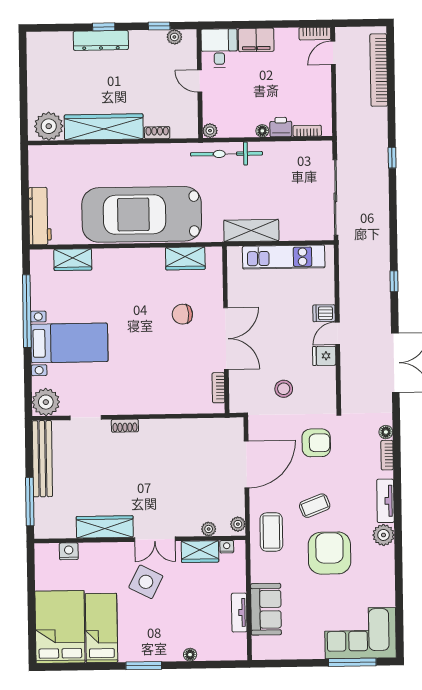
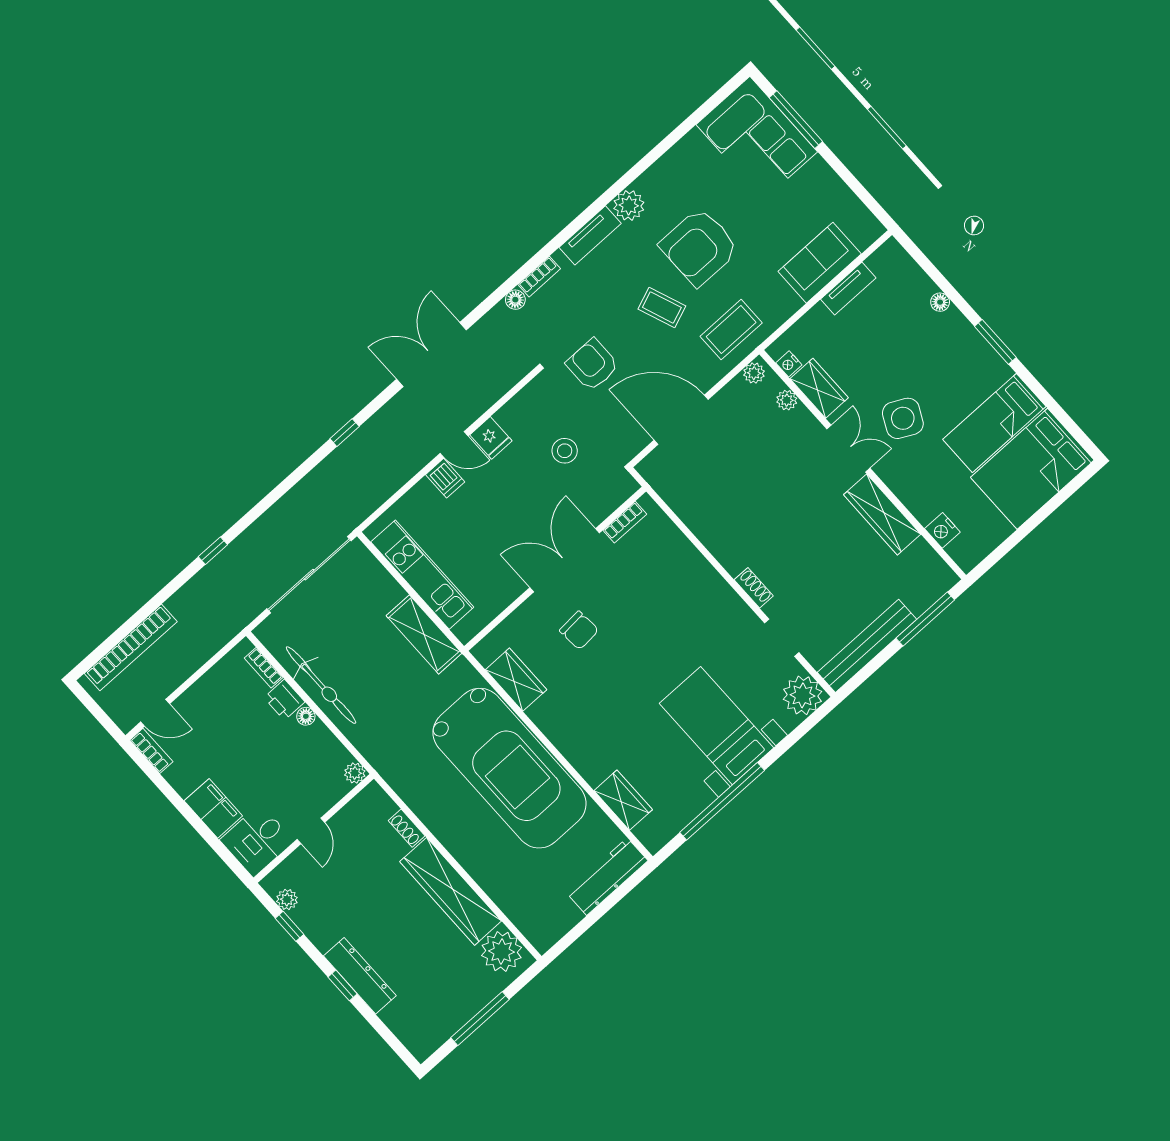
window: (23, 84) -> (480, 1019), added
bicycle: (227, 154) -> (321, 685), moved

